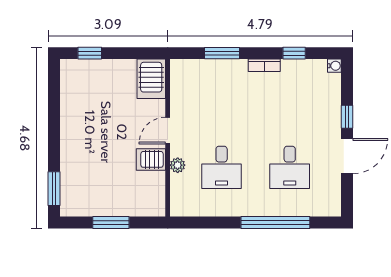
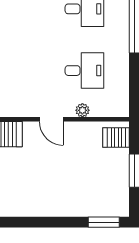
server rack: (151, 159) -> (116, 137), moved, turned 90

